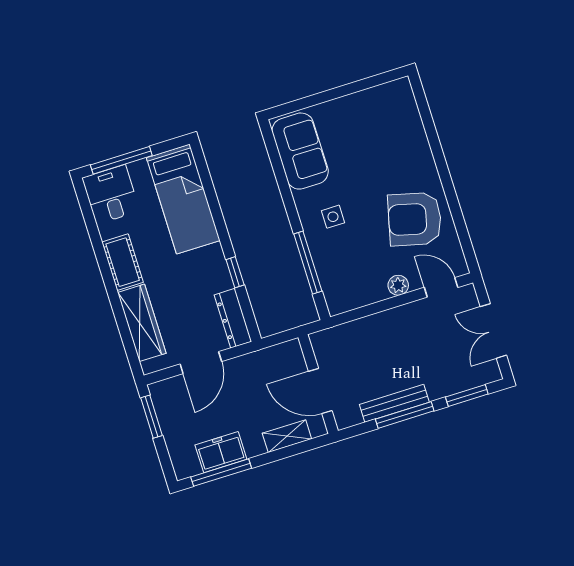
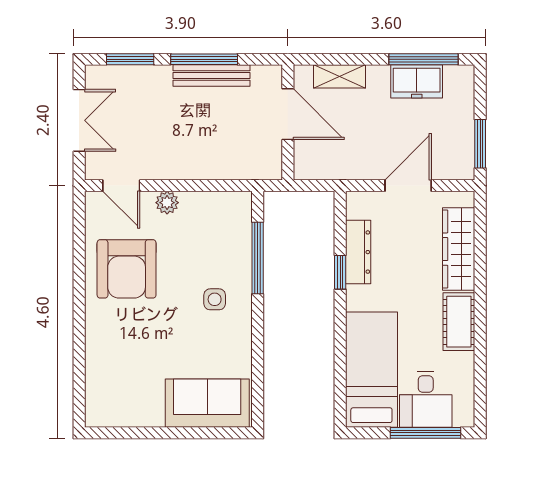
sofa: (300, 151) -> (207, 403), moved, turned 90
desk: (111, 194) -> (426, 399), moved
armchair: (415, 219) -> (127, 269), turned 76
dresser: (233, 318) -> (358, 252), moved

